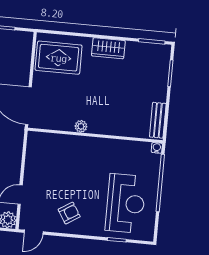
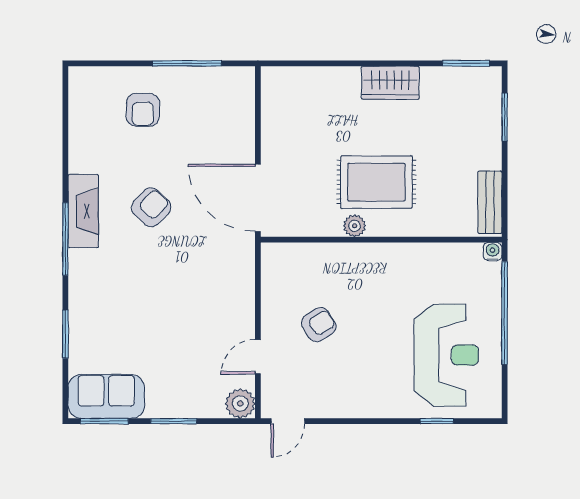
rug: (59, 58) -> (376, 182), moved
armchair: (69, 213) -> (319, 325), moved

